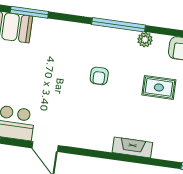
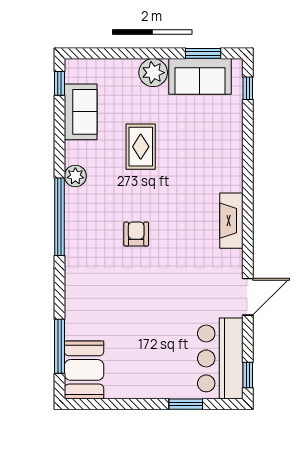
armchair: (99, 76) -> (136, 234), turned -90
fireplace: (132, 147) -> (231, 221), moved

